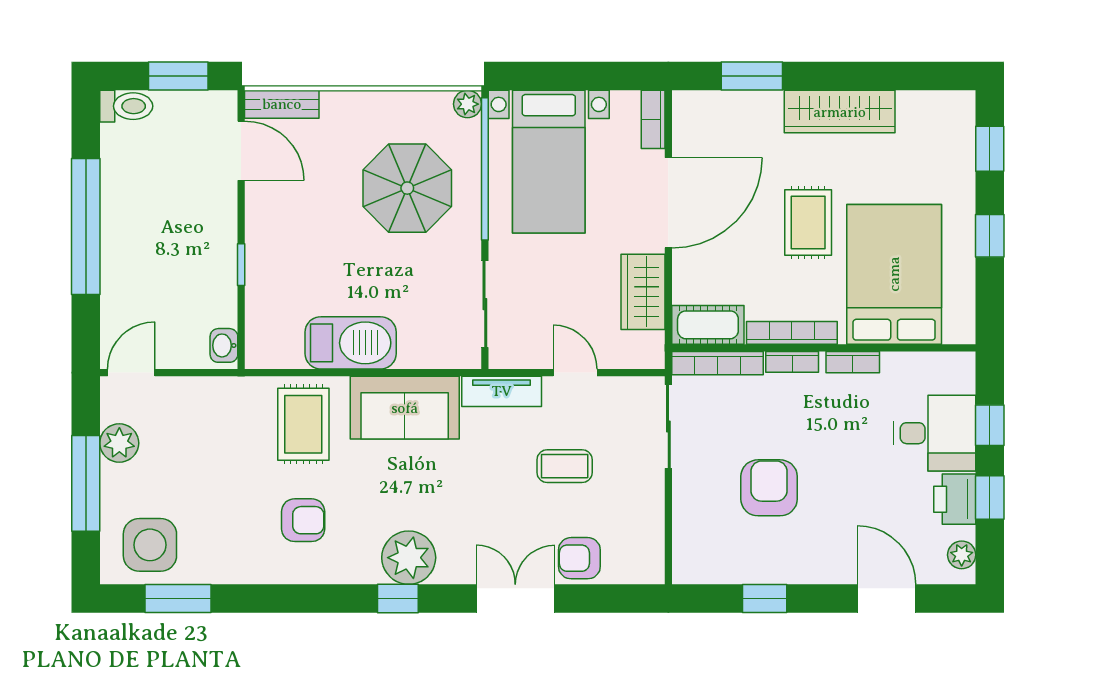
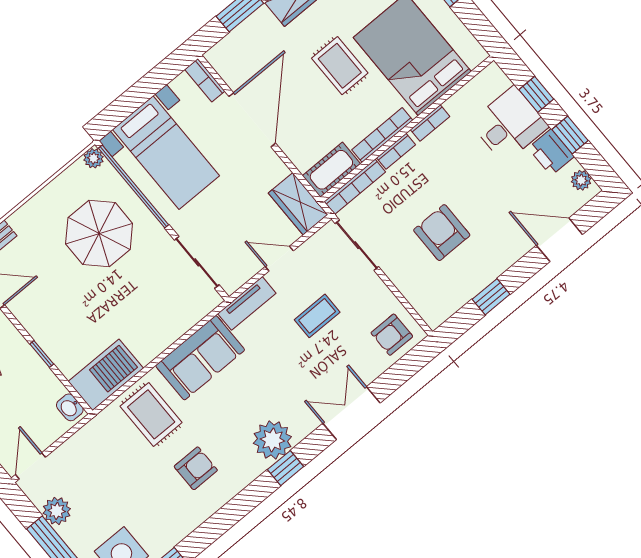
wardrobe: (643, 292) -> (298, 204), moved
barbecue: (351, 343) -> (106, 375), moved
armchair: (579, 558) -> (392, 335), moved

